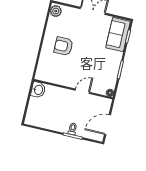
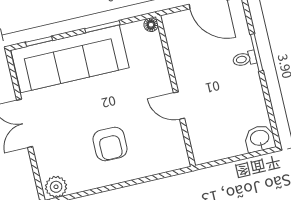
sofa: (118, 35) -> (70, 59), width x1.85, depth x1.27
washbasin: (38, 90) -> (260, 139), moved
door: (82, 91) -> (179, 106), moved

